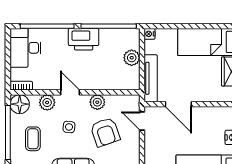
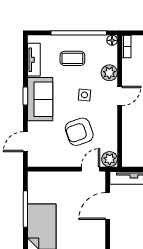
plant: (97, 102) -> (110, 159), moved
floor lamp: (20, 104) -> (112, 40), width x0.53, depth x0.53

